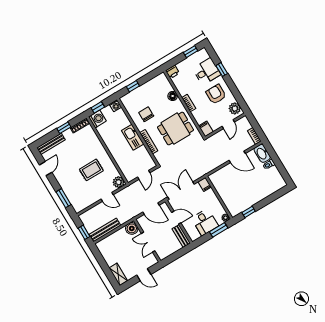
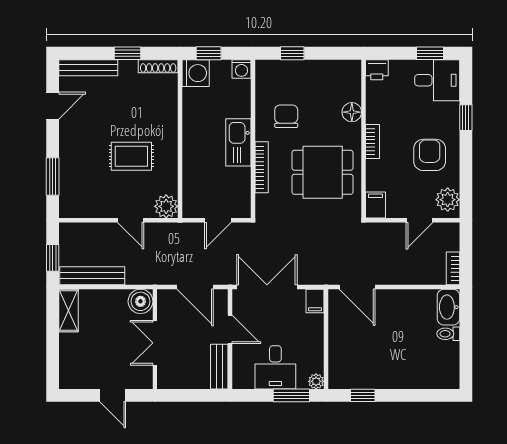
desk: (207, 71) -> (437, 80), moved
door: (237, 157) -> (357, 287), moved
shelving: (118, 274) -> (69, 310), moved

